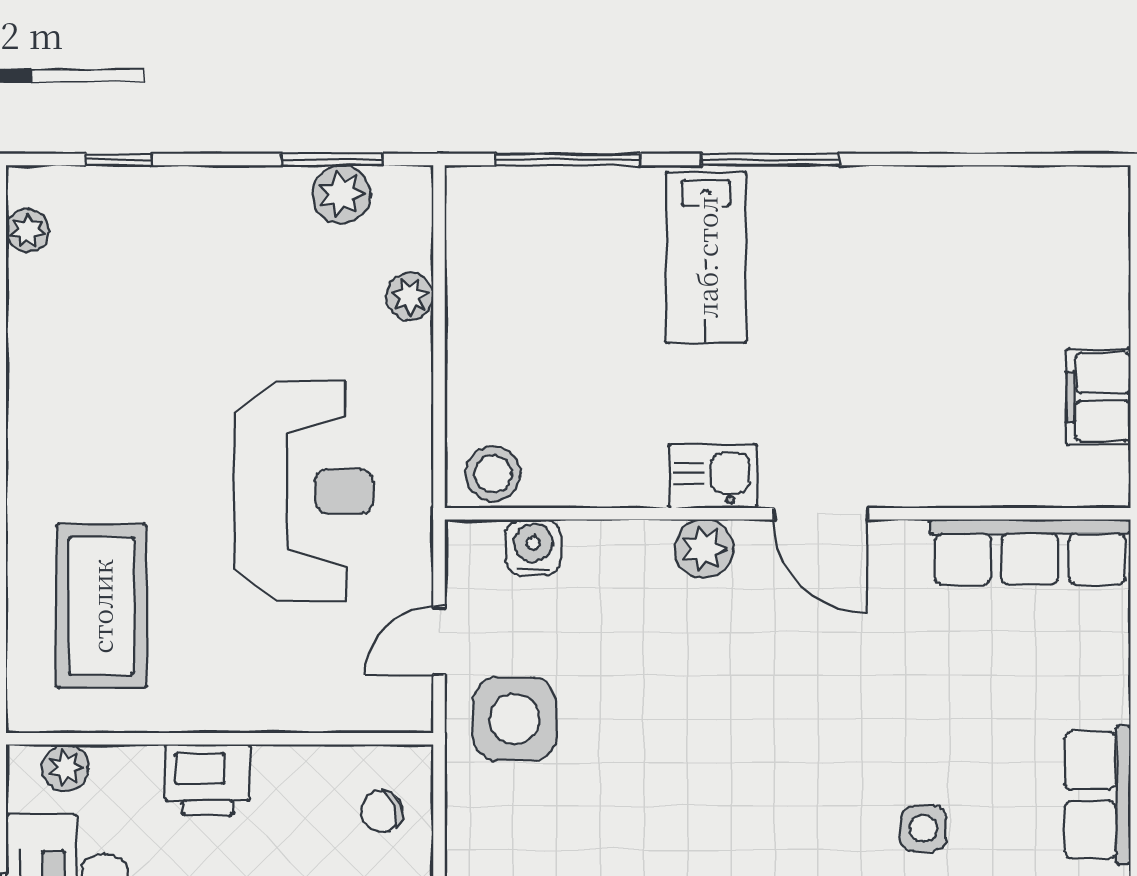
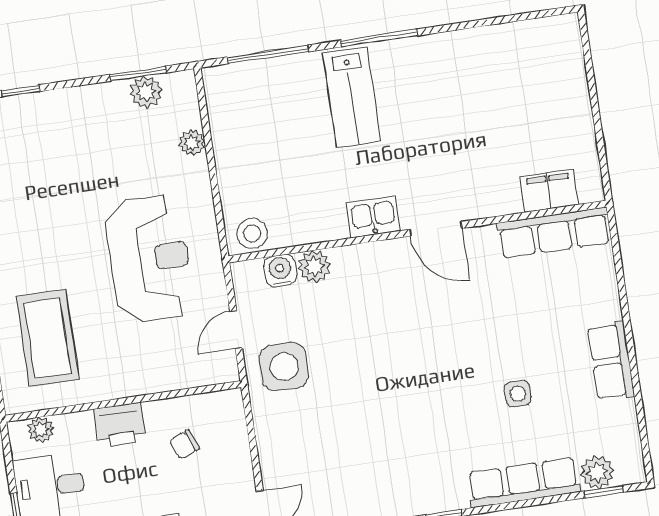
filing cabinet: (1099, 397) -> (549, 191), moved, turned 90
plant: (704, 549) -> (314, 266), moved
chair: (382, 811) -> (184, 445), moved

